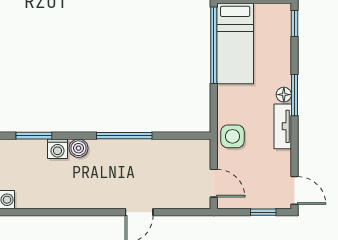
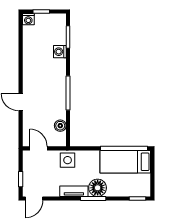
floor lamp: (284, 95) -> (98, 188), width x1.89, depth x1.89
boiler: (79, 148) -> (60, 126), moved
door: (214, 183) -> (39, 148), swing flipped

